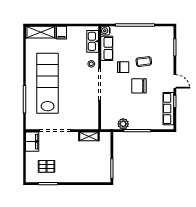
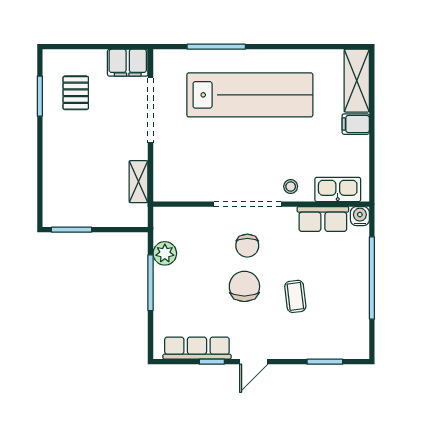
chair: (123, 67) -> (247, 246), moved

